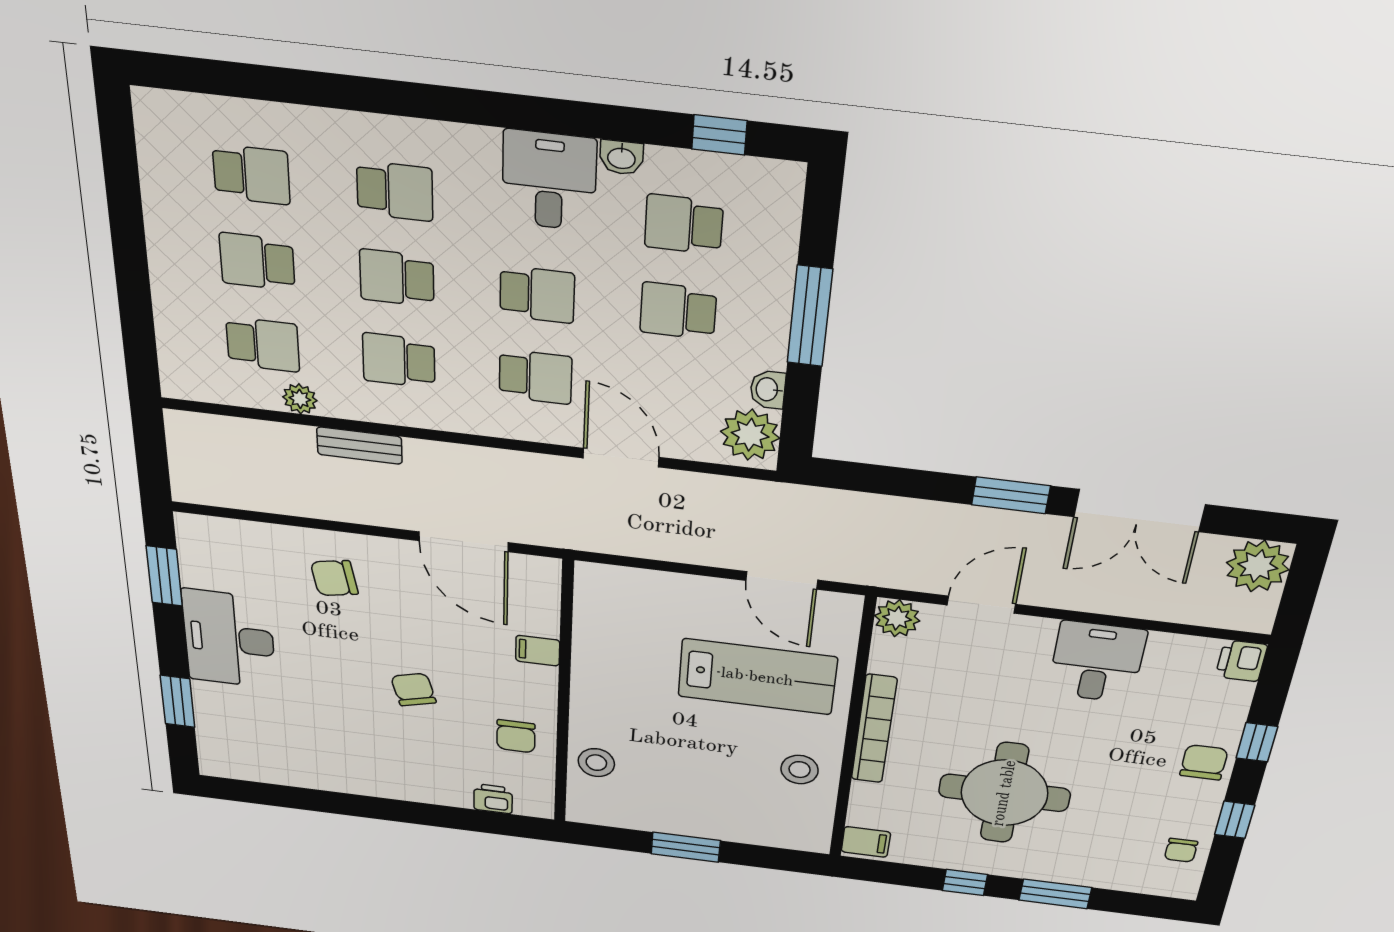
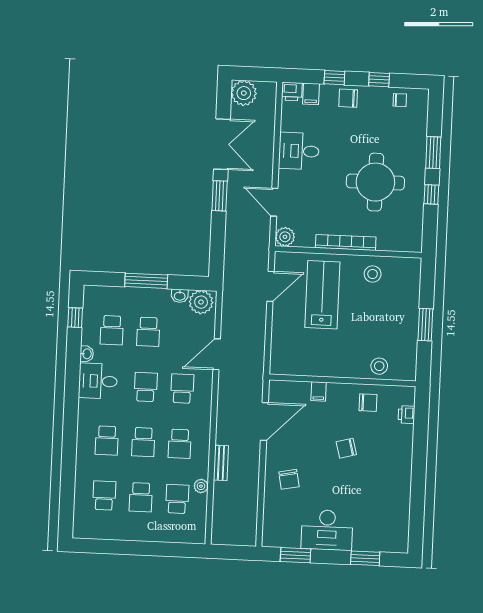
school desk: (395, 191) -> (107, 440), turned 180
filing cabinet: (866, 842) -> (311, 94), moved, turned 180

